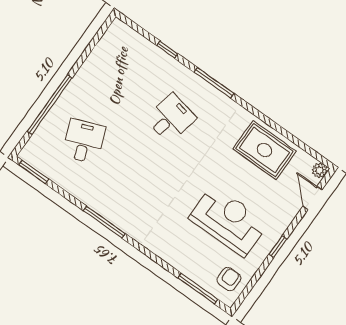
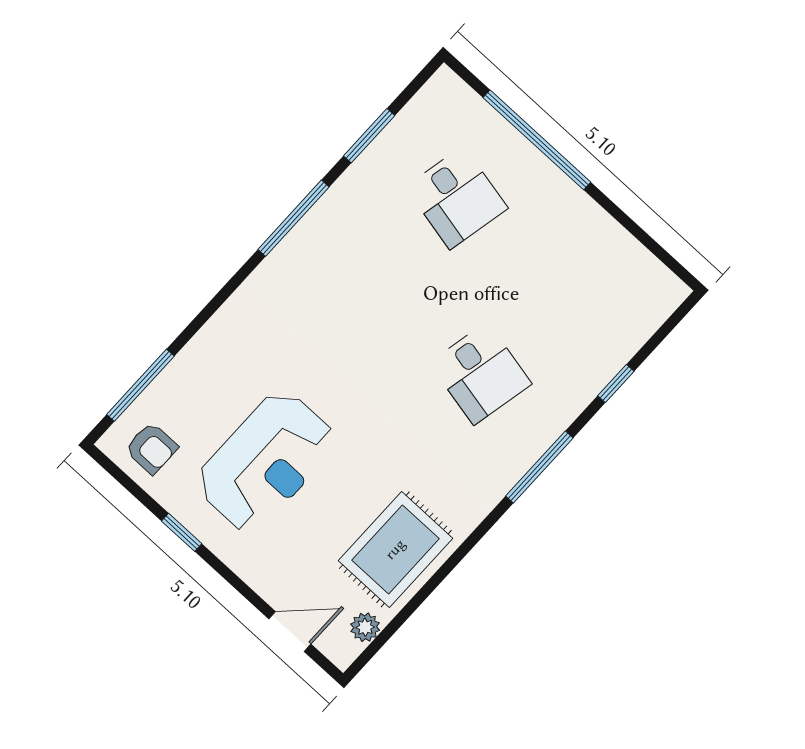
desk: (84, 141) -> (457, 198), turned 33
plant: (320, 170) -> (365, 627), moved
window: (34, 172) -> (369, 136), moved
window: (278, 247) -> (182, 532), moved

